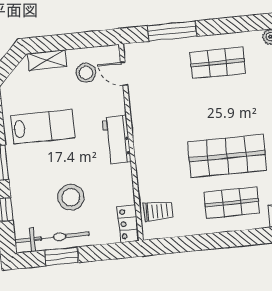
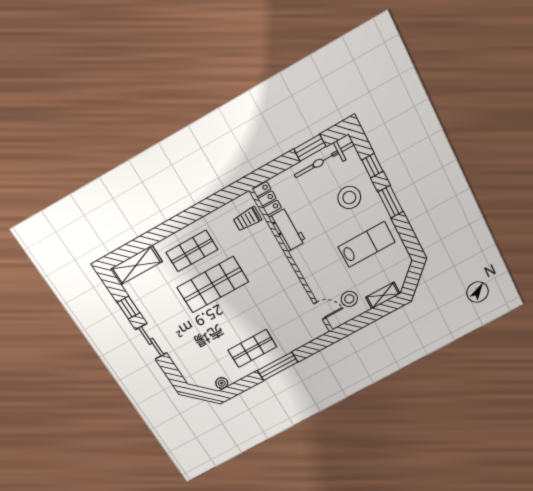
window: (172, 31) -> (278, 366), moved
lab bench: (43, 127) -> (367, 245), turned 180
workbench: (117, 140) -> (287, 230), moved
stool: (71, 197) -> (349, 198), moved

